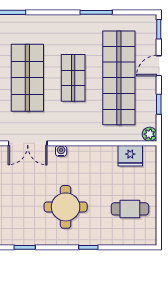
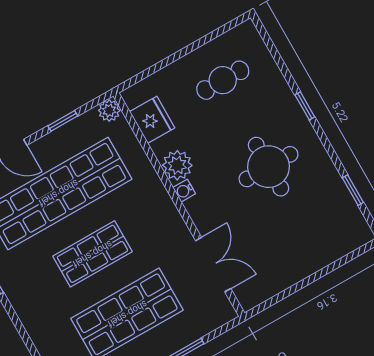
water cooler: (61, 151) -> (184, 191), moved
plant: (96, 155) -> (177, 165), added
cafe table: (130, 209) -> (223, 80), turned 90

